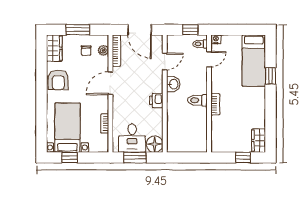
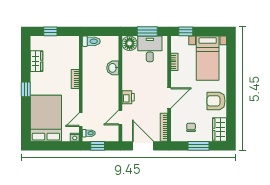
plant: (103, 50) -> (176, 127), removed
bed: (254, 61) -> (46, 118), width x1.50
window: (270, 76) -> (26, 89), moved
armchair: (58, 80) -> (216, 101), turned -90
washbasin: (173, 84) -> (113, 68), moved
printer: (156, 100) -> (128, 97), moved
toilet: (197, 100) -> (91, 41), moved
wardrobe: (259, 141) -> (36, 61), moved
window: (70, 157) -> (186, 31), moved

